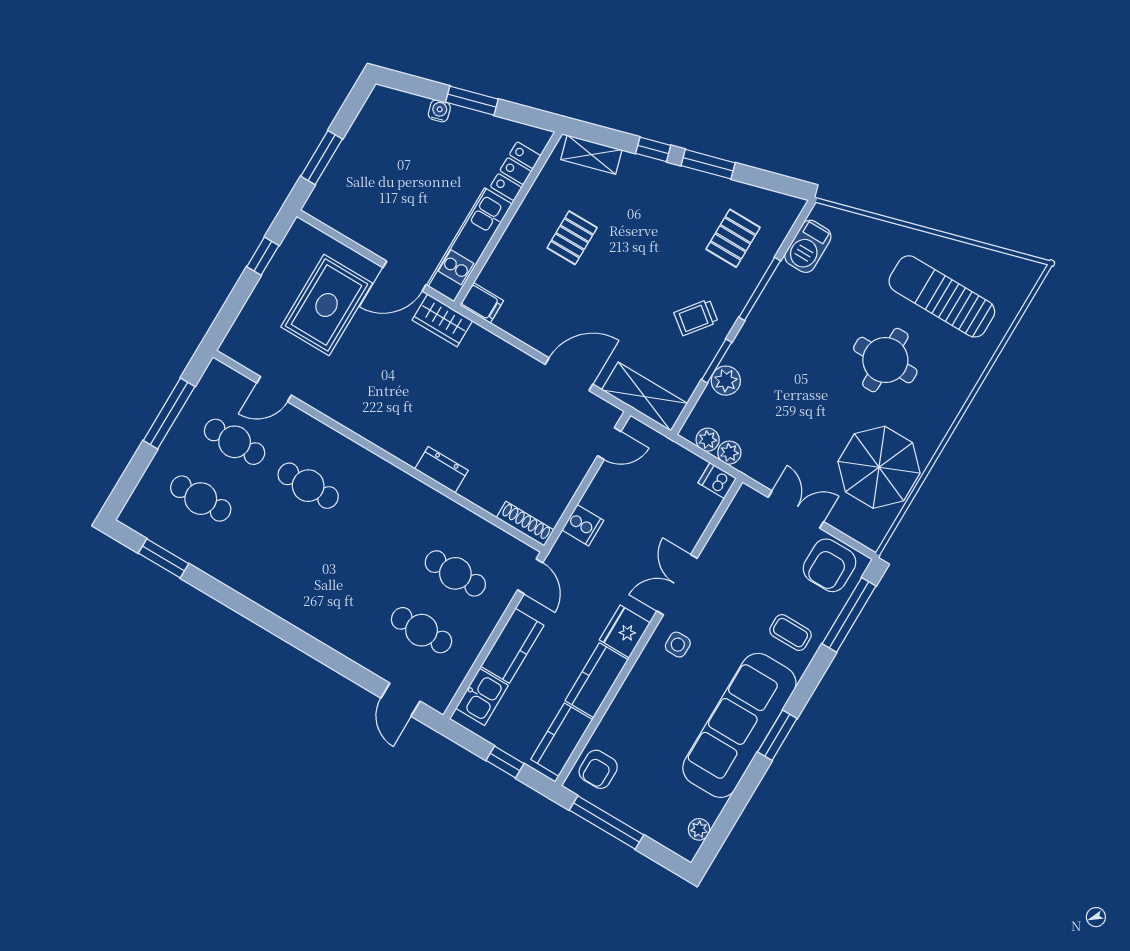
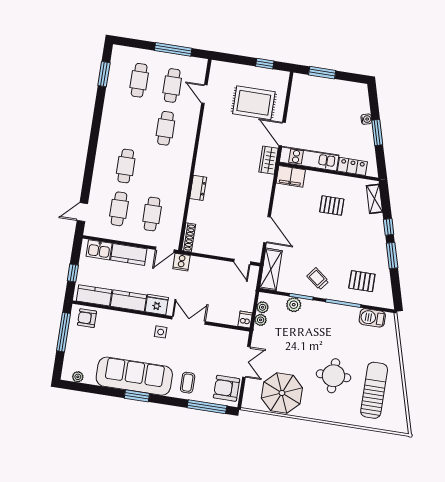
filing cabinet: (482, 303) -> (291, 176), width x2.00
cooker: (583, 525) -> (181, 262), moved
cafe table: (348, 586) -> (126, 166), added

